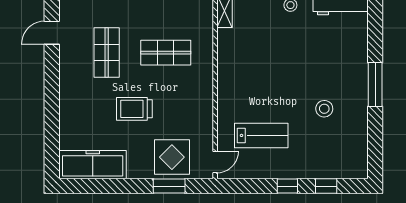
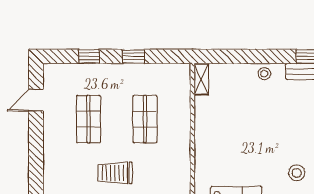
shop shelf: (166, 53) -> (145, 119), turned 90

